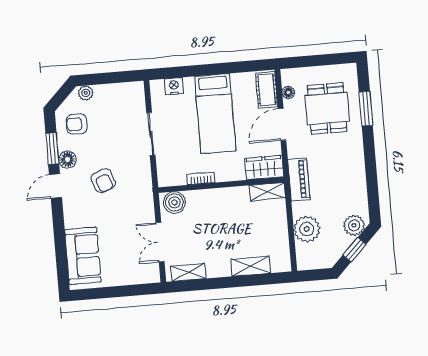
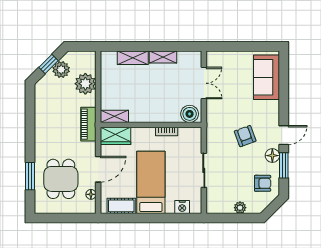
cot: (267, 90) -> (121, 206), moved, turned 90
plant: (86, 93) -> (240, 208), moved
plant: (354, 225) -> (61, 70), moved
shelving: (188, 272) -> (163, 57), moved

